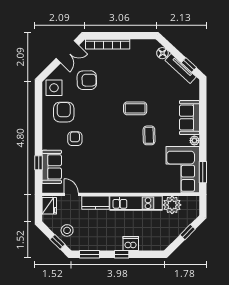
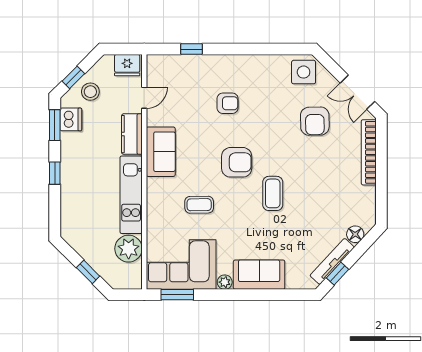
armchair: (64, 112) -> (237, 162), moved
coffee table: (149, 135) -> (199, 205), moved
sofa: (52, 167) -> (161, 152), moved, turned -90
dishwasher: (131, 244) -> (71, 119), moved

